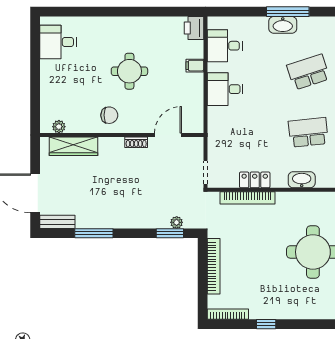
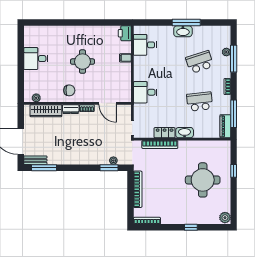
desk: (58, 42) -> (36, 59), moved
desk: (225, 89) -> (145, 92), moved
door: (168, 135) -> (108, 103), swing flipped
dresser: (111, 144) -> (71, 109), added
washbasin: (302, 180) -> (185, 133), moved
window: (94, 233) -> (44, 168), moved
window: (266, 324) -> (191, 227), moved

